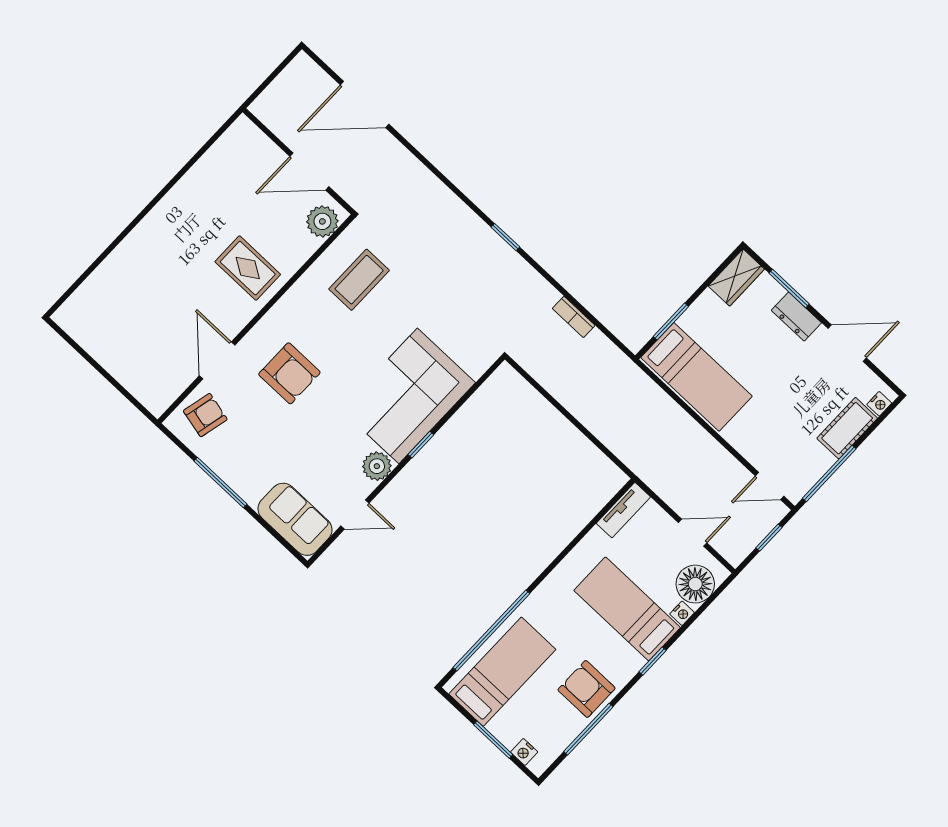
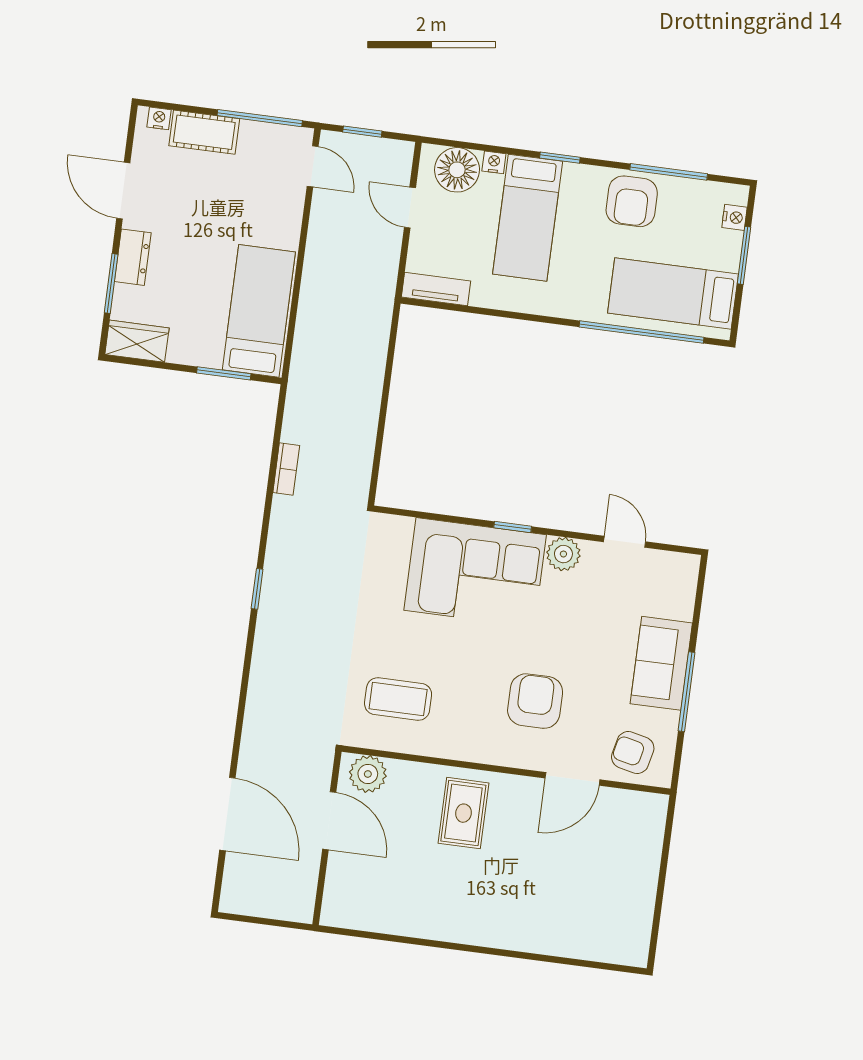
sofa: (295, 519) -> (661, 663), moved

